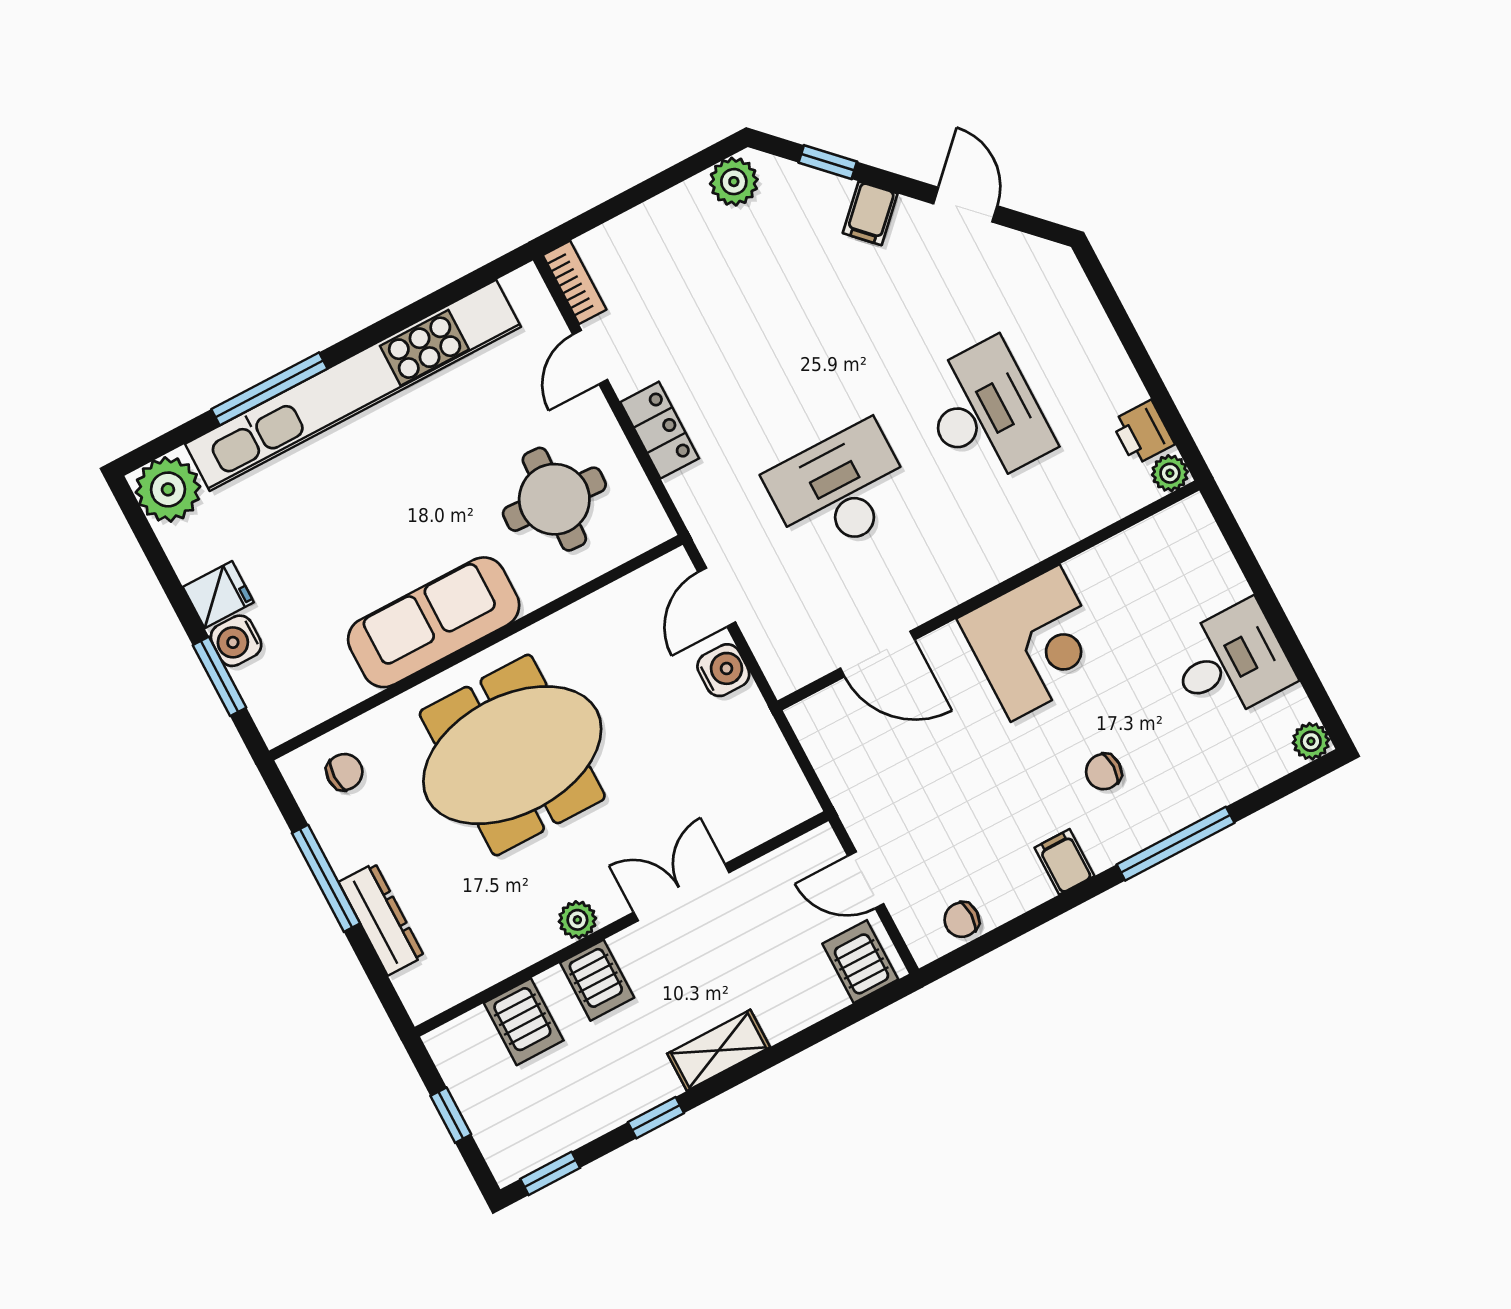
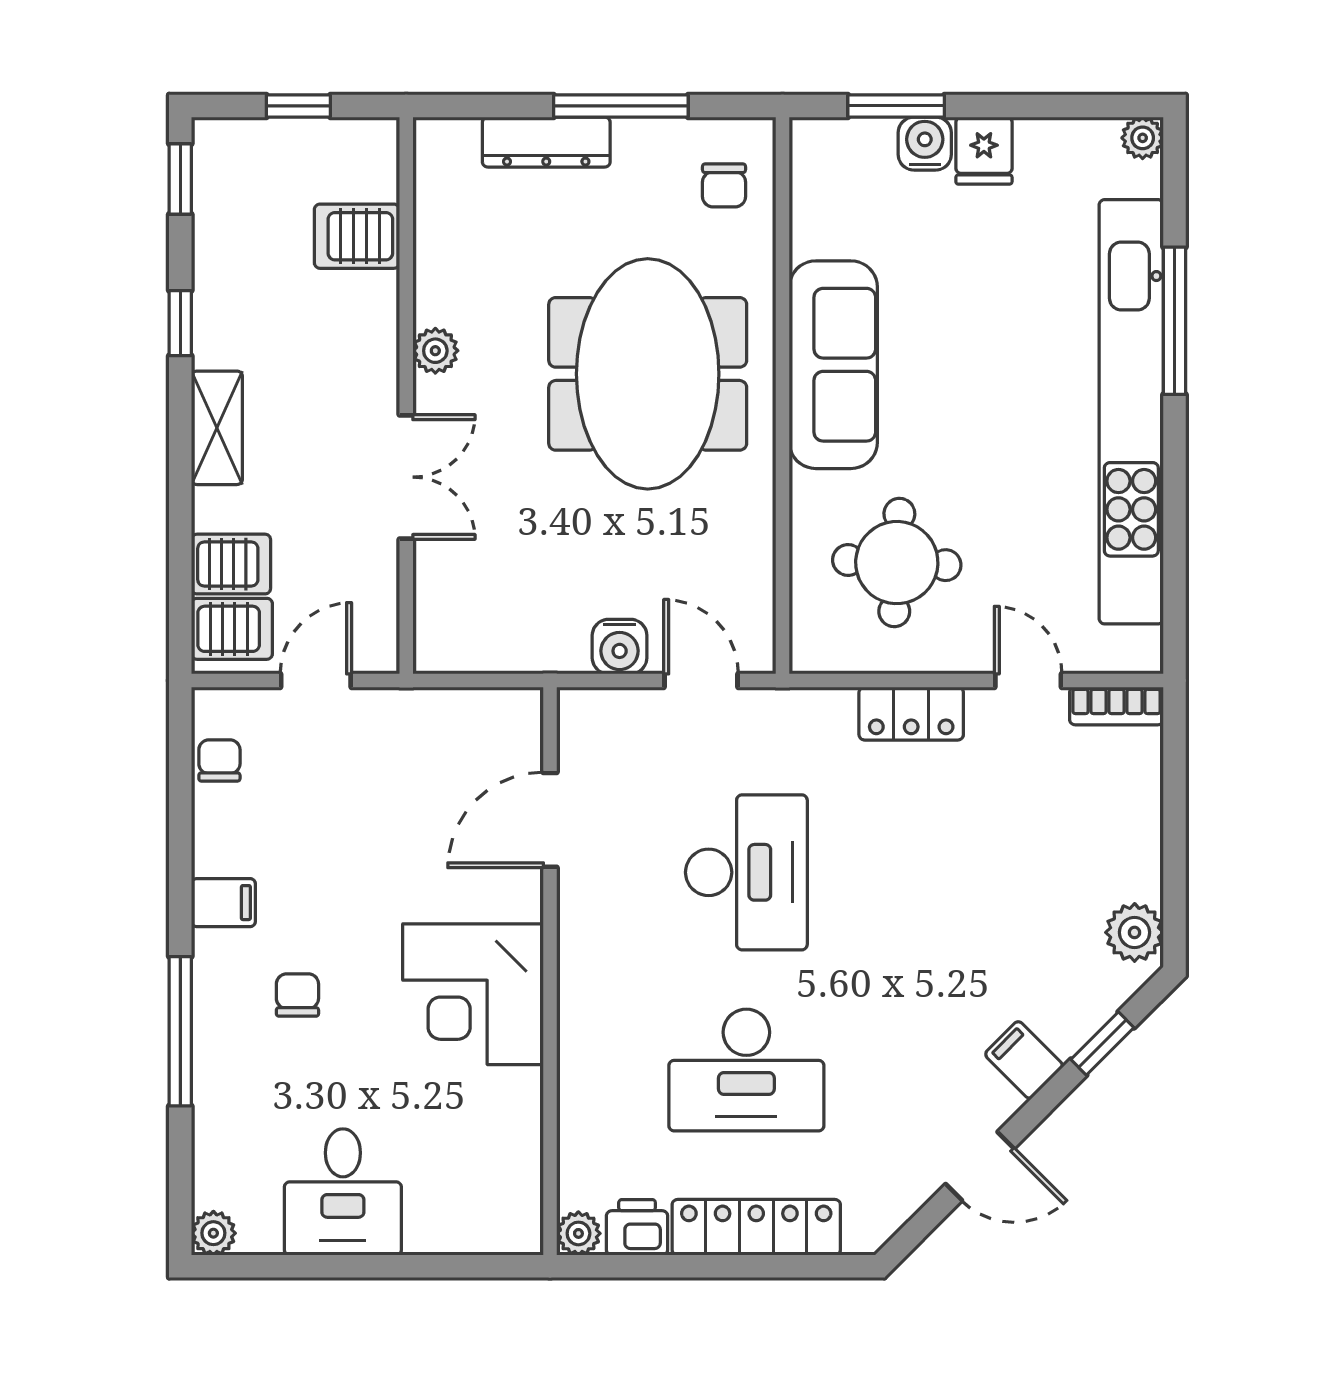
locker: (1097, 345) -> (756, 1227), added
plant: (168, 489) -> (1143, 138), width x0.53, depth x0.53
server rack: (597, 980) -> (231, 564), moved, turned 180

